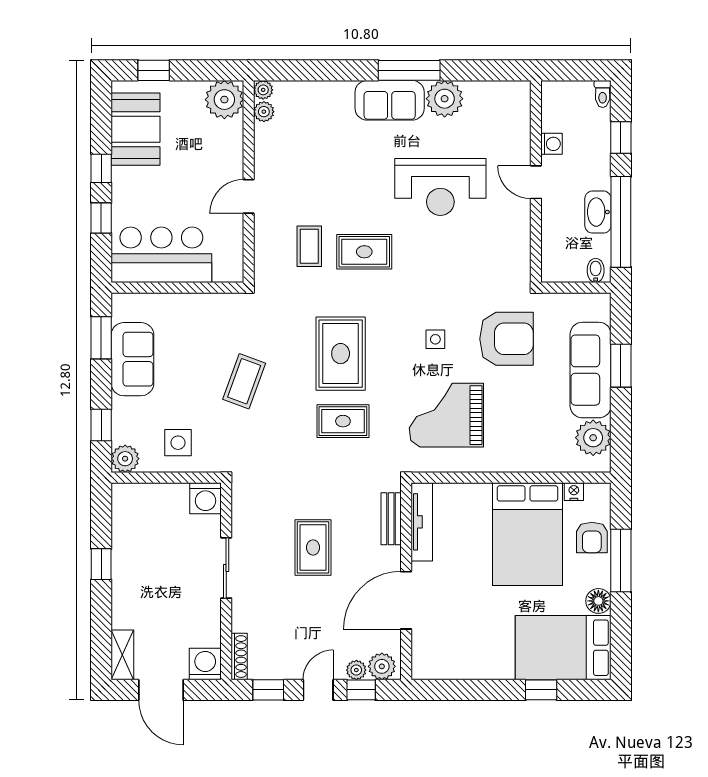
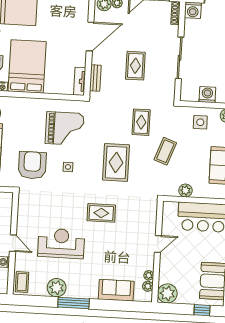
plant: (263, 90) -> (149, 275), moved
sofa: (390, 100) -> (116, 290), moved
coffee table: (309, 246) -> (22, 282), moved
plant: (200, 306) -> (185, 190), added
armchair: (506, 339) -> (32, 165), turned 90
rug: (343, 421) -> (141, 122), moved, turned 90
washing machine: (205, 498) -> (207, 95), moved
tv unit: (422, 522) -> (80, 81), width x0.71
sliding door: (226, 568) -> (180, 58), width x1.37

